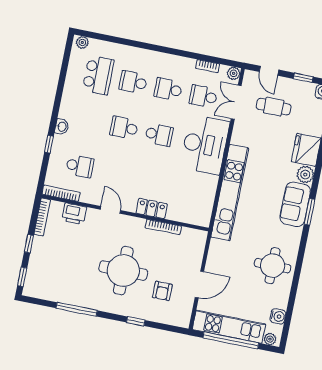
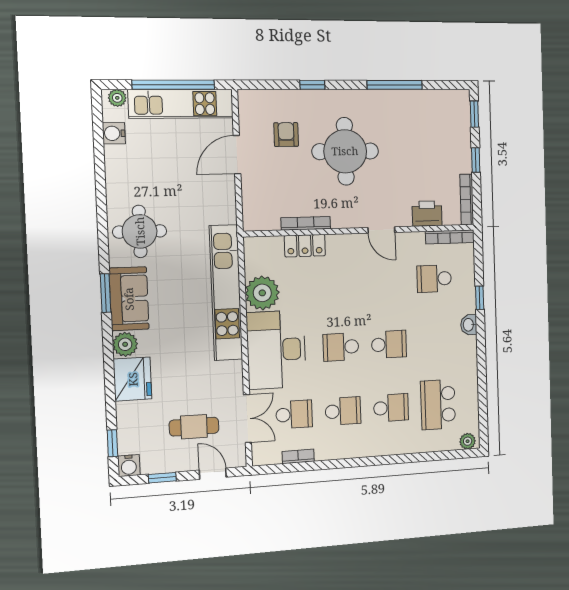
plant: (234, 73) -> (262, 293), moved, width x1.87, depth x1.87
locker: (152, 208) -> (305, 246), moved
round table: (273, 266) -> (140, 231), moved

